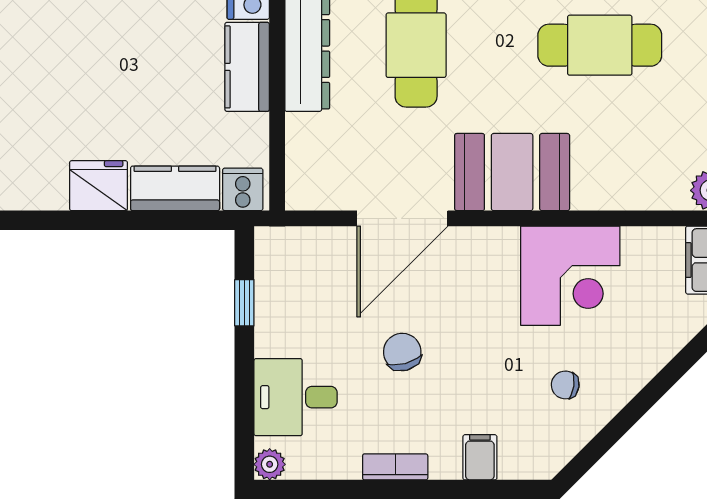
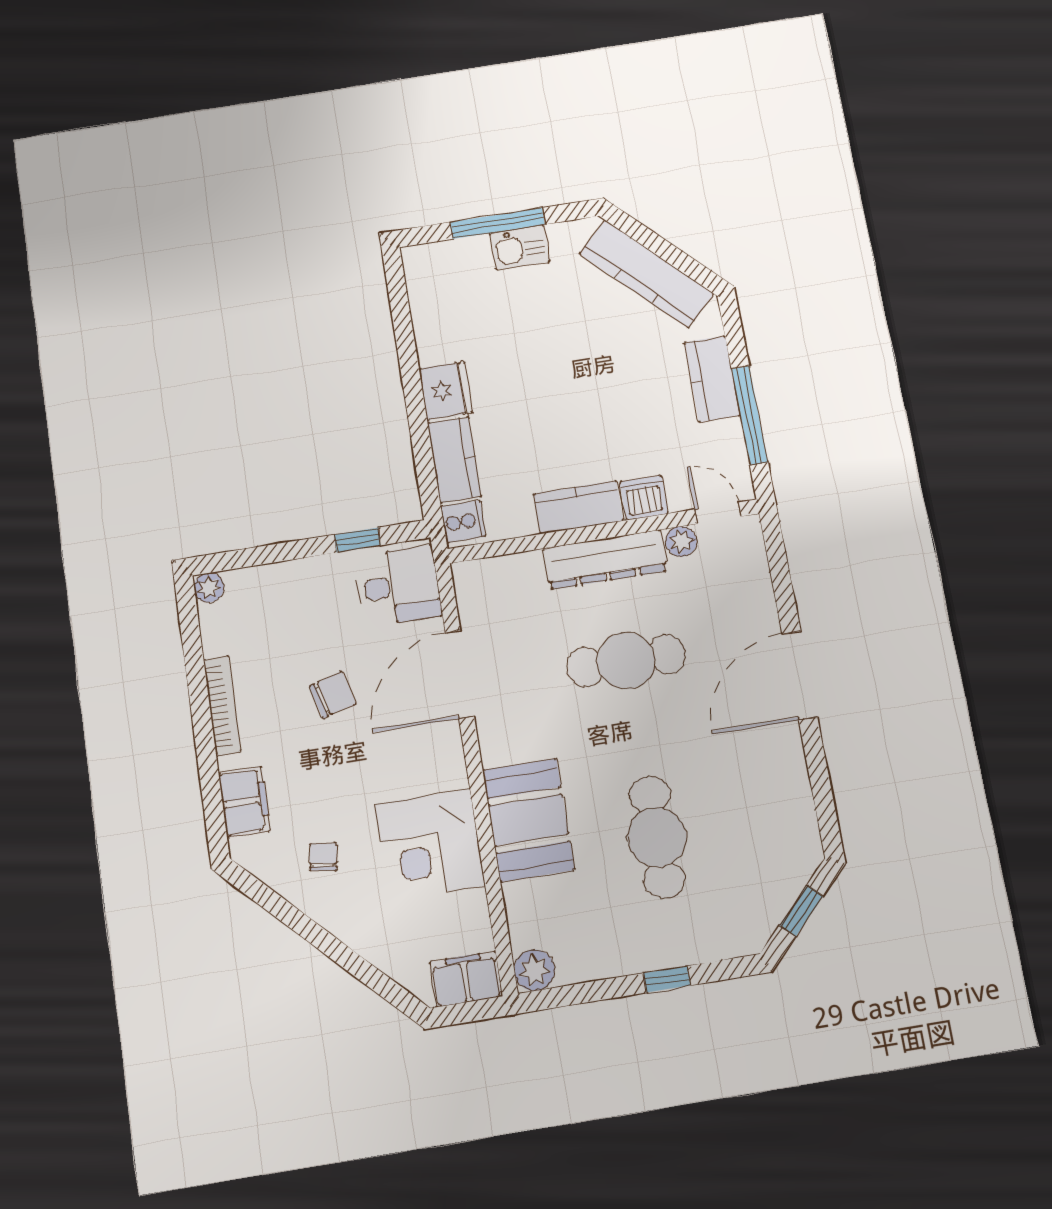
booth: (512, 172) -> (528, 820), moved
door: (402, 218) -> (460, 674), hinge flipped
desk: (296, 397) -> (398, 586), moved, turned 90
filing cabinet: (480, 457) -> (244, 802), width x2.00
bookcase: (395, 467) -> (222, 706), width x1.56

